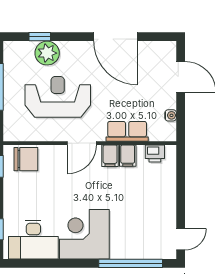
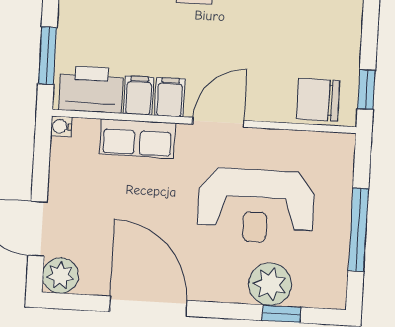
plant: (166, 51) -> (60, 276), added
water cooler: (171, 115) -> (61, 126), moved
printer: (155, 153) -> (91, 89), width x1.87, depth x1.48
window: (181, 175) -> (47, 56), added

